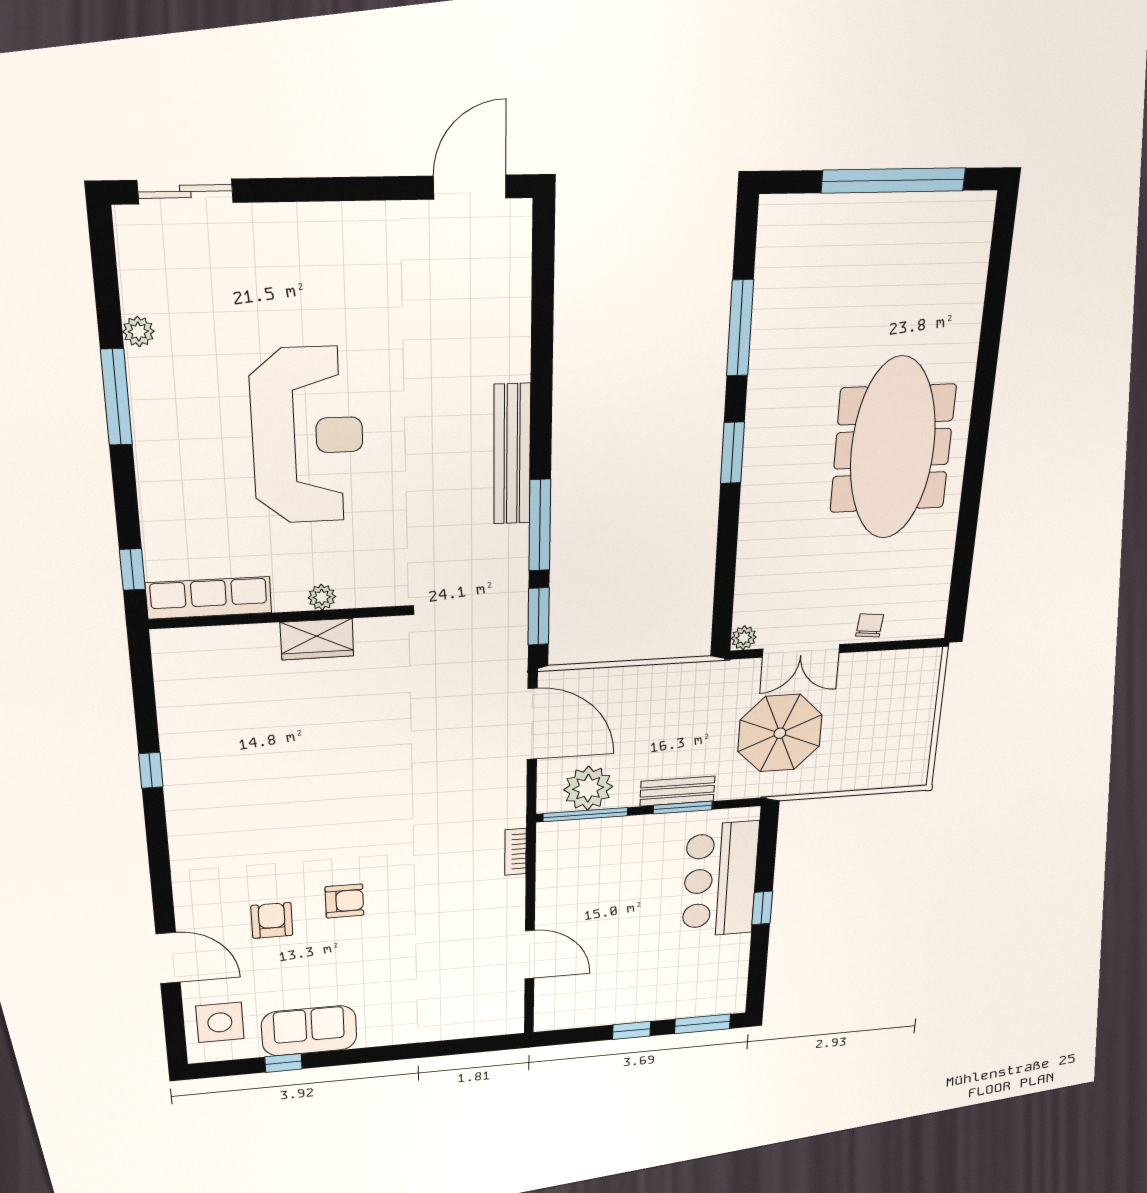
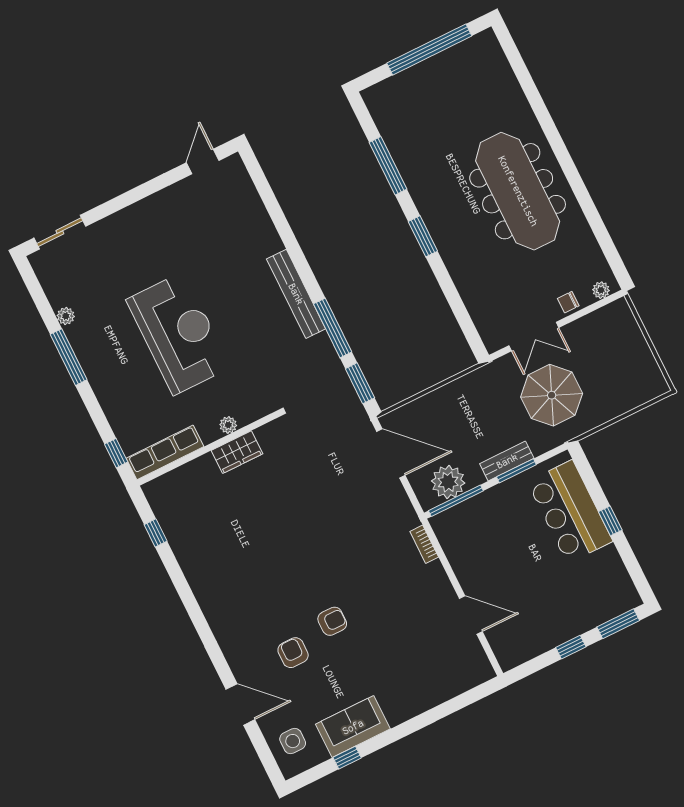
door: (470, 187) -> (203, 162), width x0.73
chair: (870, 625) -> (568, 302), turned -96
plant: (744, 638) -> (601, 290), moved
window: (151, 770) -> (156, 533), moved
side table: (220, 1022) -> (293, 741), width x0.73, depth x0.73

